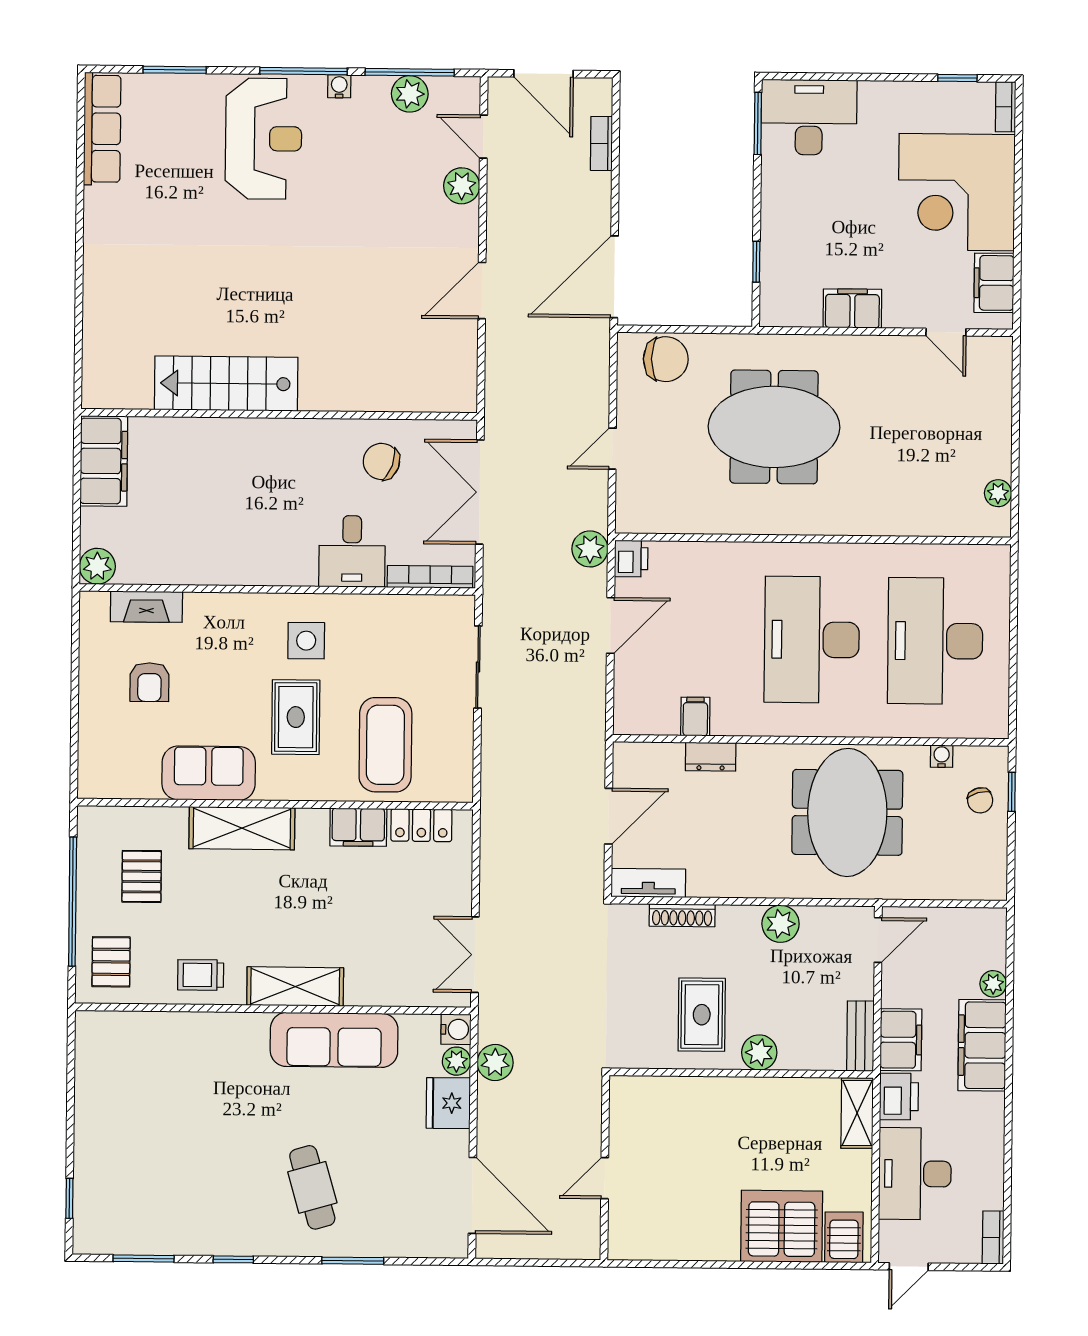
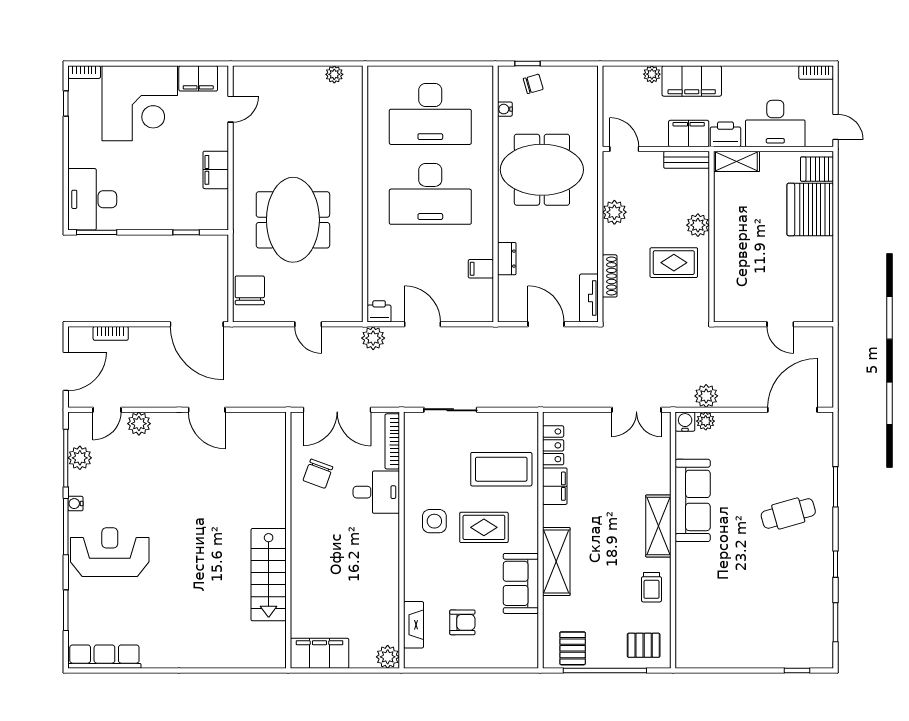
pallet: (142, 876) -> (573, 648), moved, turned 90
fridge: (448, 1103) -> (733, 426), removed

